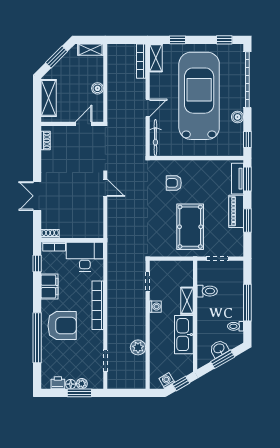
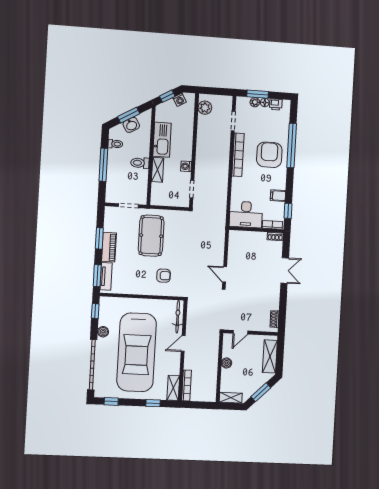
filing cabinet: (50, 286) -> (278, 196), width x0.50
toilet: (207, 291) -> (140, 163), moved
bookcase: (98, 305) -> (238, 155), moved
armchair: (62, 326) -> (269, 155), turned 90
plant: (138, 347) -> (205, 108), moved

